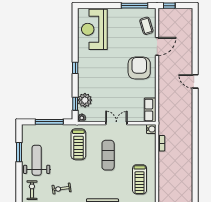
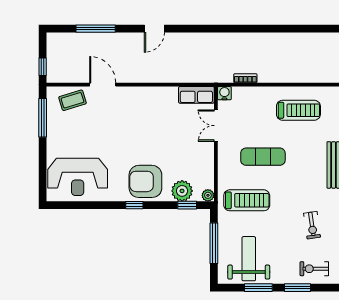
window: (195, 42) -> (96, 29), added
armchair: (139, 68) -> (145, 181), moved
double door: (116, 123) -> (216, 126), moved
weight bench: (37, 160) -> (249, 259), moved, turned 90
window: (19, 179) -> (297, 288), added

